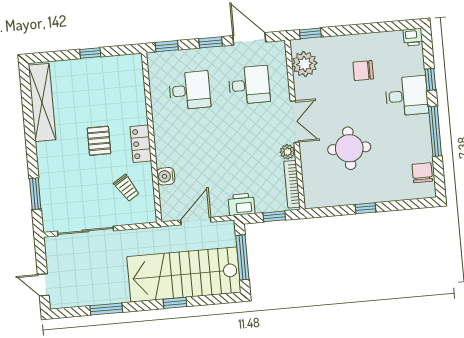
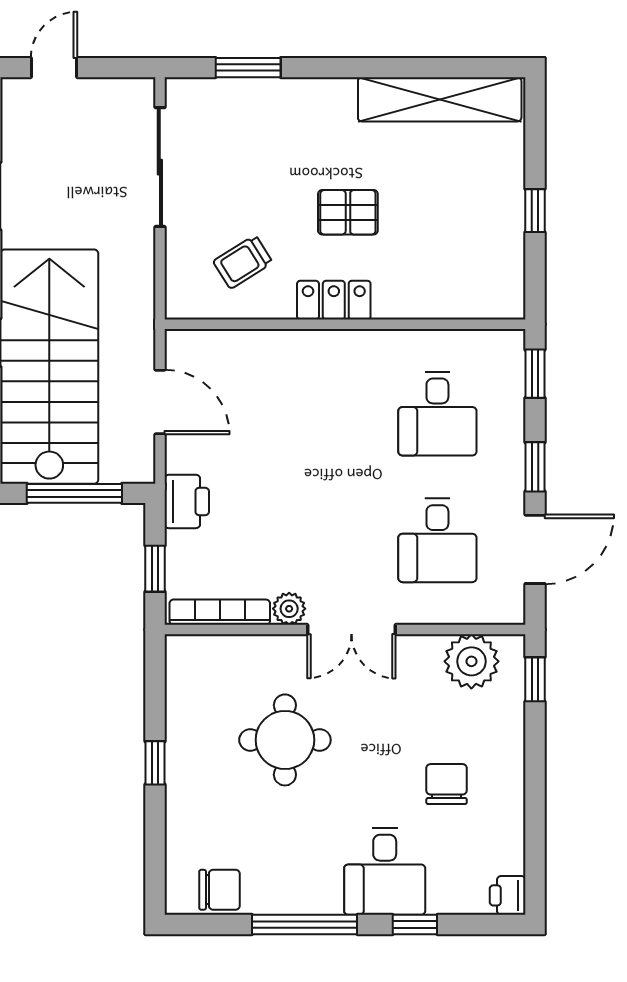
water cooler: (166, 176) -> (260, 347), removed

